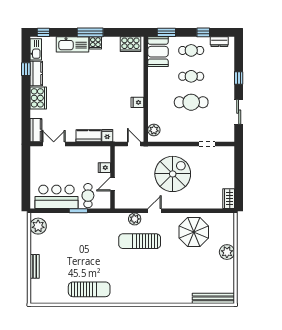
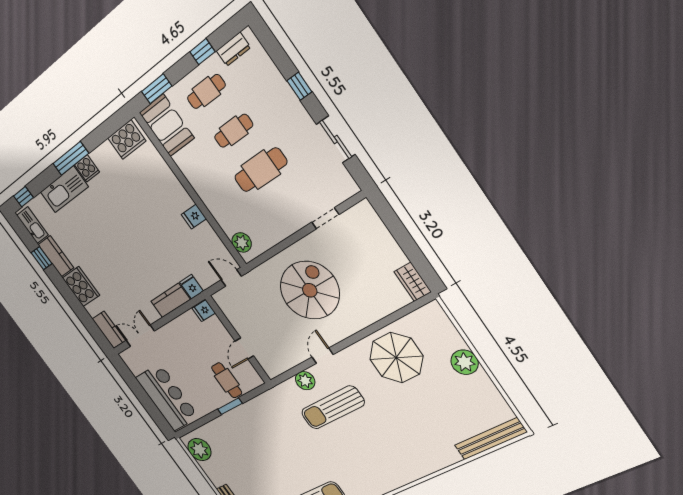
fridge: (104, 168) -> (204, 311), moved
bar counter: (56, 197) -> (167, 397), moved, turned 90

